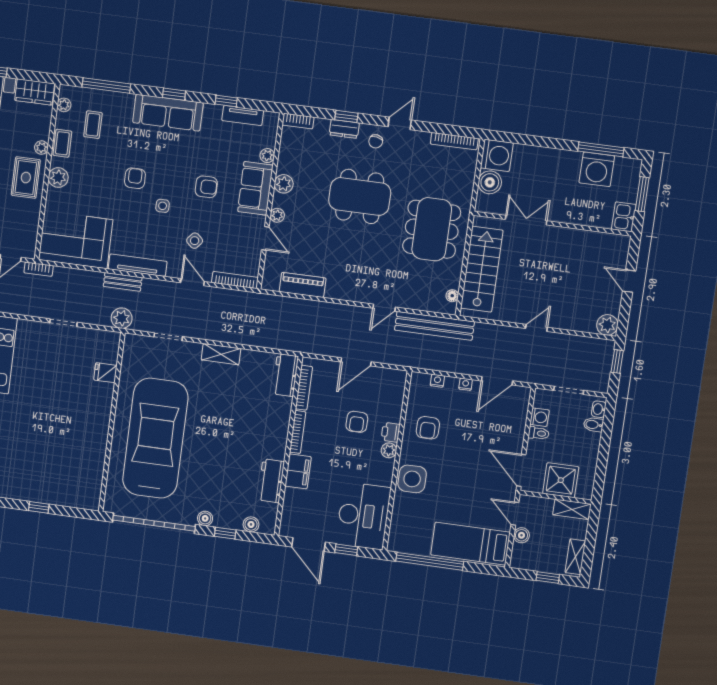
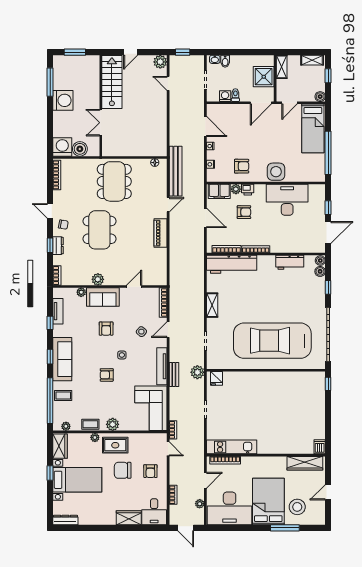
window: (106, 85) -> (50, 401), width x1.46
coffee table: (93, 125) -> (63, 396), moved
washing machine: (597, 169) -> (63, 100), moved
armchair: (206, 187) -> (106, 329), turned 180
plant: (277, 215) -> (118, 281), removed
kitchen sink: (624, 217) -> (91, 62), removed
dining table: (432, 229) -> (114, 181), turned 90
stairs: (482, 269) -> (112, 82), moved, turned 90
piano: (303, 285) -> (161, 233), moved
door: (384, 308) -> (168, 205), hinge flipped
door: (536, 328) -> (168, 83), moved
fridge: (105, 373) -> (216, 378), moved
workbench: (285, 375) -> (232, 264), width x1.88, depth x1.32
plant: (389, 450) -> (236, 189), moved
filing cabinet: (298, 471) -> (219, 191), moved, turned 180
window: (39, 507) -> (328, 384), moved
desk: (363, 516) -> (287, 200), moved
boiler: (205, 518) -> (320, 261), moved
boiler: (521, 535) -> (320, 97), moved

